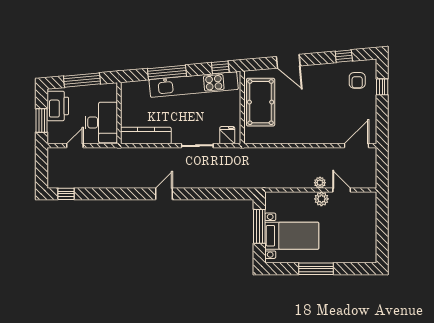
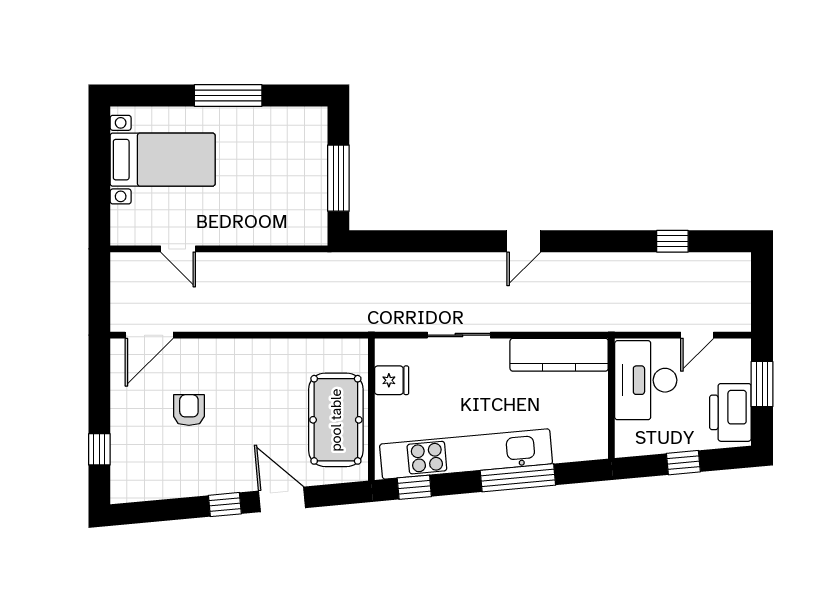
window: (344, 56) -> (225, 505), moved
window: (82, 80) -> (683, 463), width x0.46
armchair: (357, 80) -> (189, 410), moved
fridge: (227, 135) -> (392, 380), moved, turned -90
plant: (320, 183) -> (220, 263), removed
window: (66, 194) -> (672, 241), moved
plant: (321, 199) -> (217, 232), removed
bed with nightstands: (292, 236) -> (163, 160), moved, turned 180

